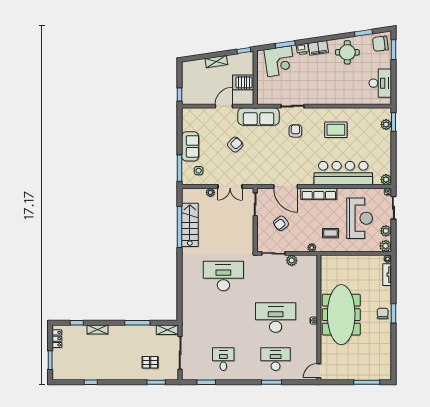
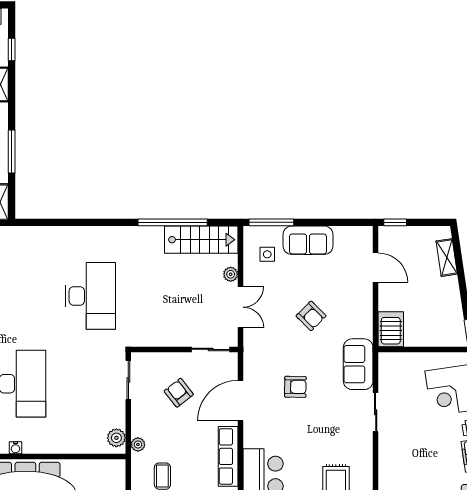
shelving: (216, 62) -> (447, 258), moved
server rack: (243, 82) -> (391, 329), moved
door: (224, 106) -> (376, 268), moved
sofa: (258, 117) -> (358, 364), width x0.73
armchair: (295, 131) -> (295, 387), moved
double door: (230, 187) -> (241, 307), swing flipped
stairs: (190, 225) -> (201, 240), moved
plant: (292, 260) -> (116, 438), moved

